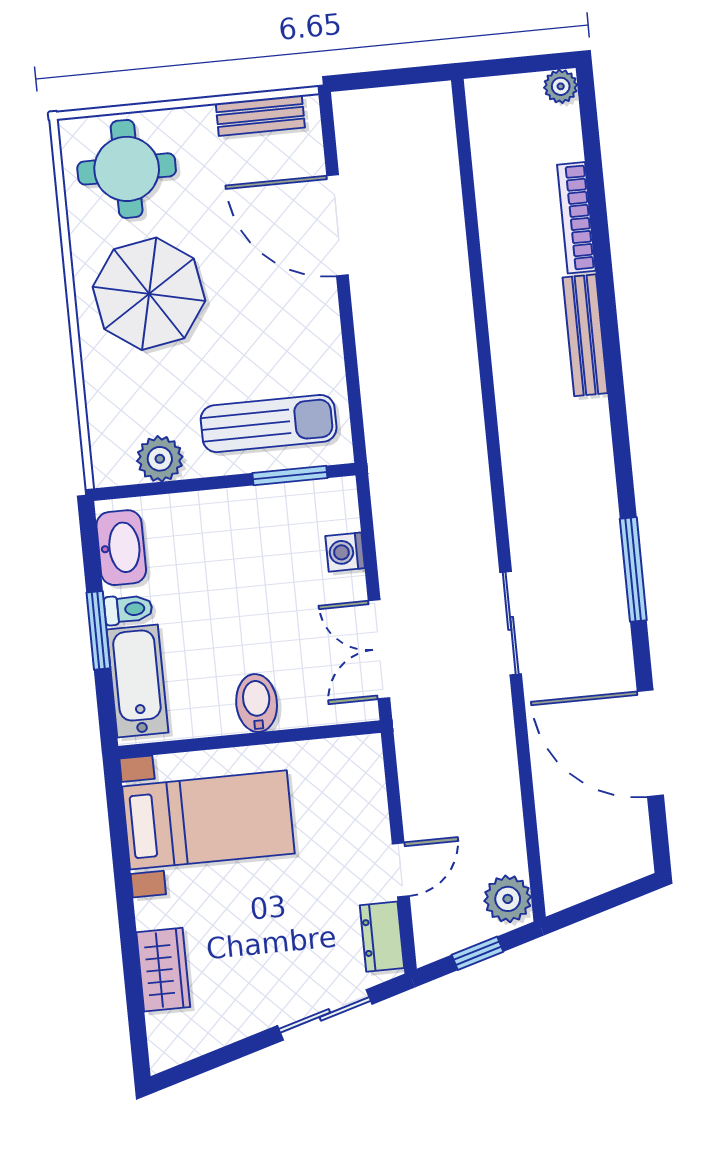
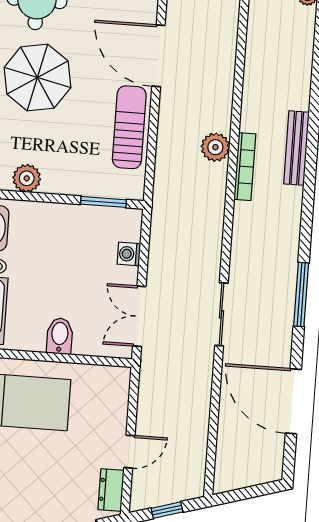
bookcase: (576, 218) -> (245, 167), moved, turned 180
sun lounger: (269, 424) -> (129, 127), moved, turned -90
plant: (508, 899) -> (215, 147), moved

